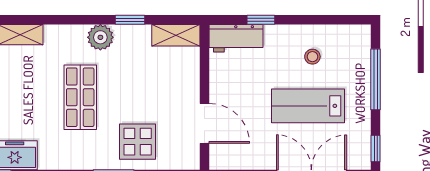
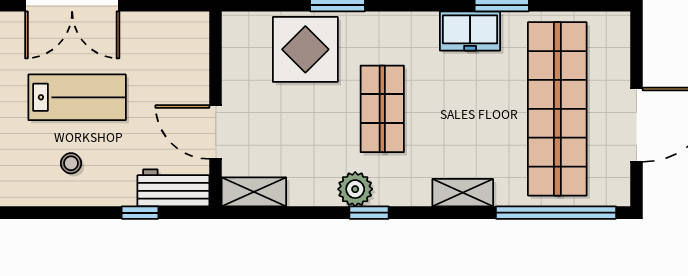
window: (130, 20) -> (369, 213), moved
door: (205, 123) -> (215, 132), moved
display table: (138, 142) -> (305, 49), width x1.36, depth x1.36

